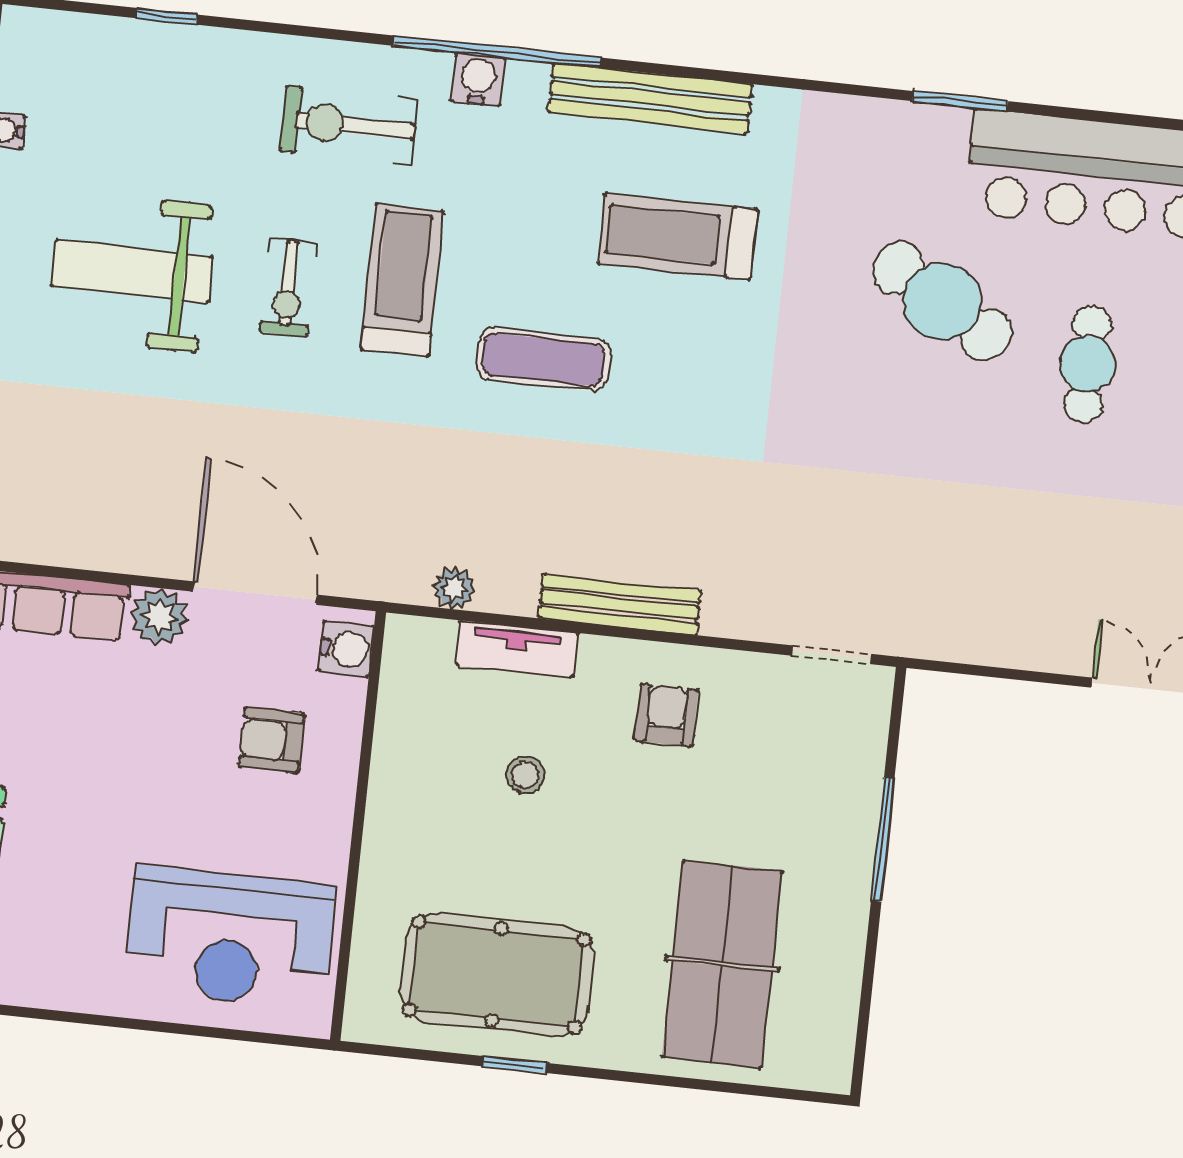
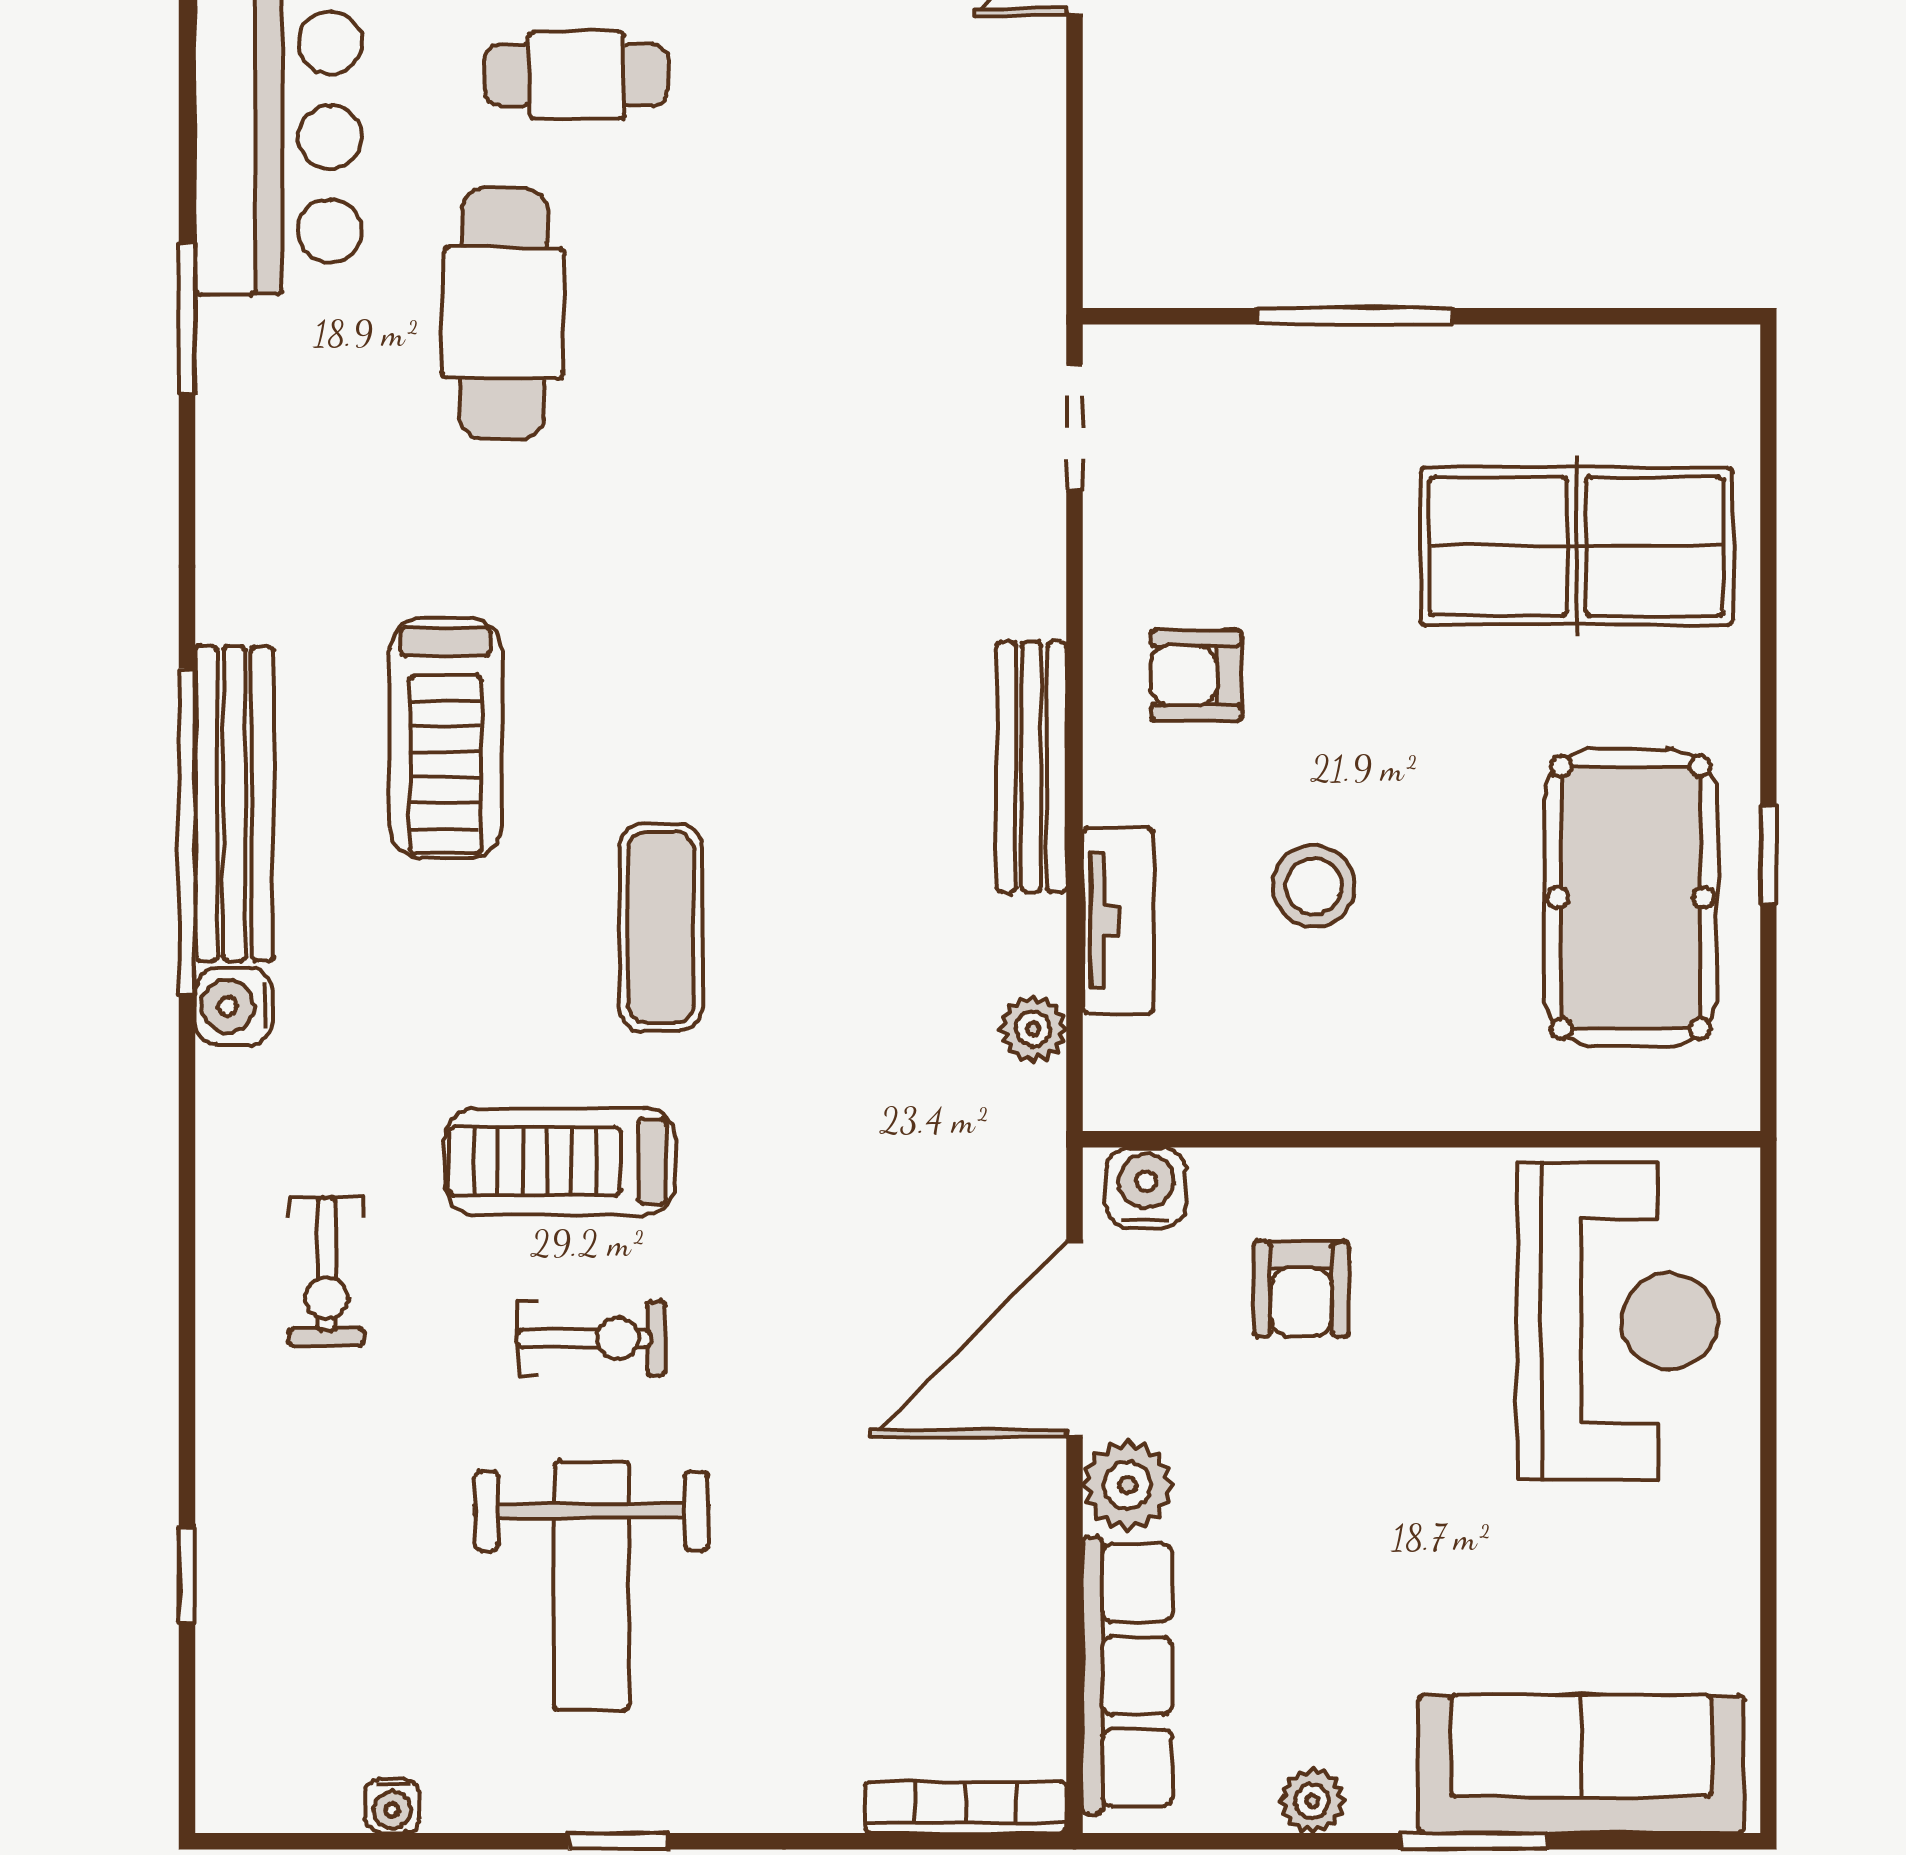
window: (497, 52) -> (187, 832), moved
water cooler: (478, 80) -> (234, 1006), moved
exercise bike: (348, 125) -> (327, 1271), width x0.73, depth x0.72
cafe table: (942, 302) -> (503, 313), turned -30
stool: (525, 775) -> (1314, 886), width x1.37, depth x1.37

